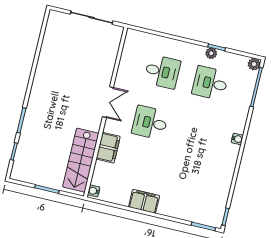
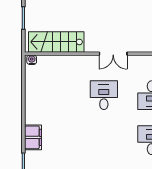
filing cabinet: (108, 148) -> (73, 63), removed
filing cabinet: (144, 201) -> (33, 137), moved

